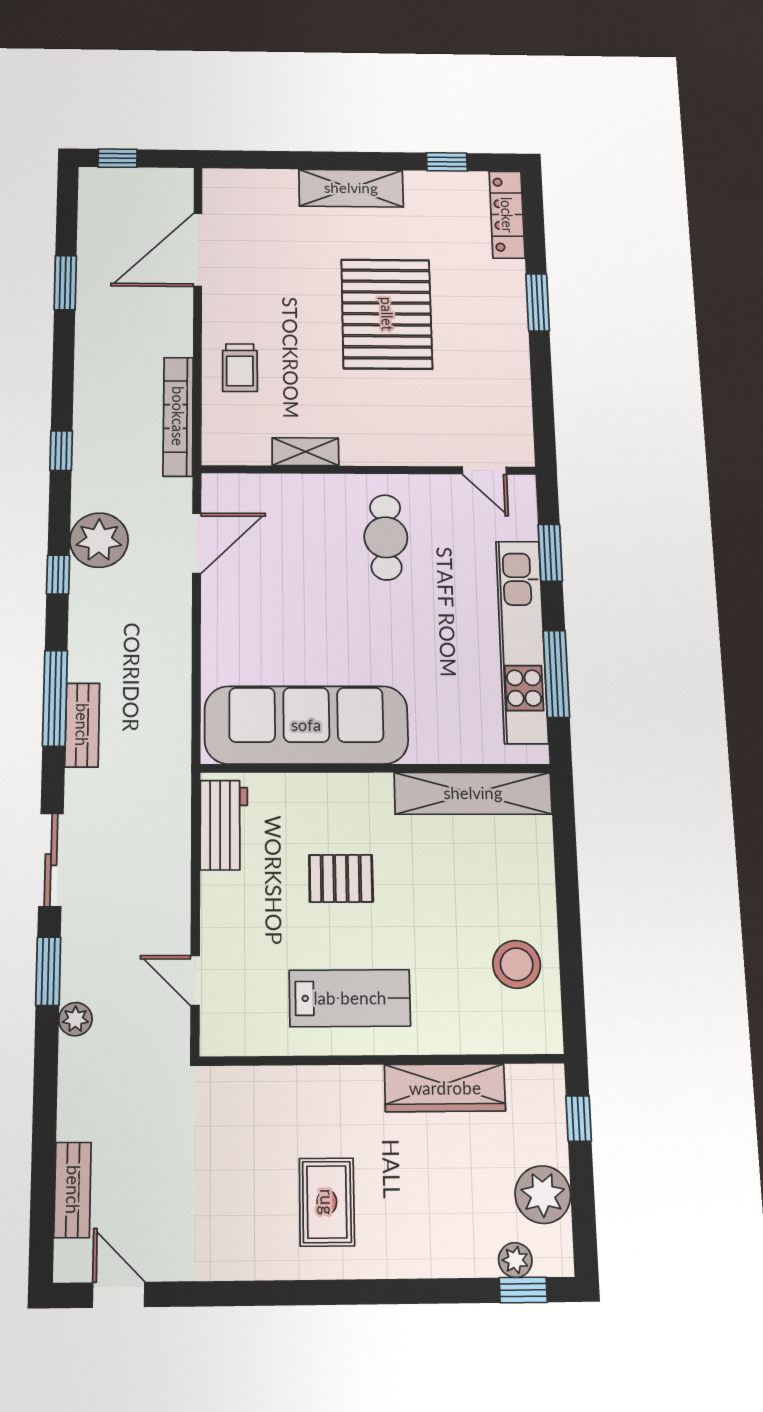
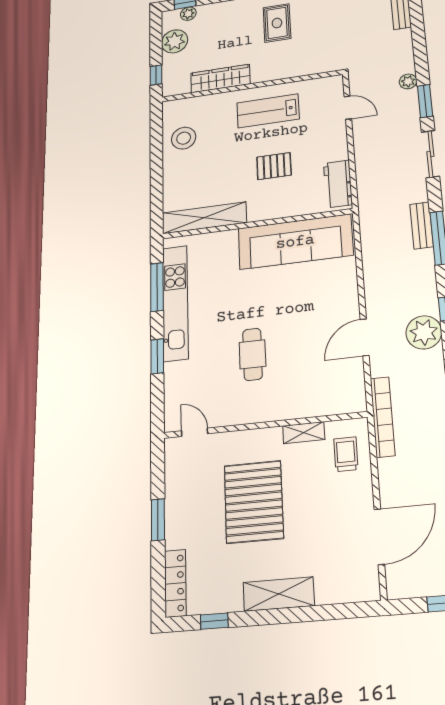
shelving: (305, 452) -> (304, 433), moved
wall: (369, 470) -> (264, 425), moved
door: (484, 470) -> (195, 432), moved

